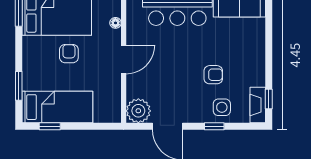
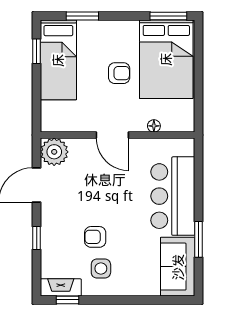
armchair: (213, 75) -> (95, 237), turned 90
side table: (222, 107) -> (101, 269), moved

